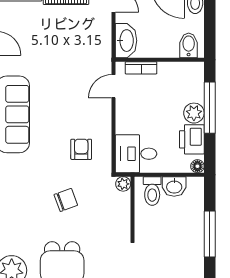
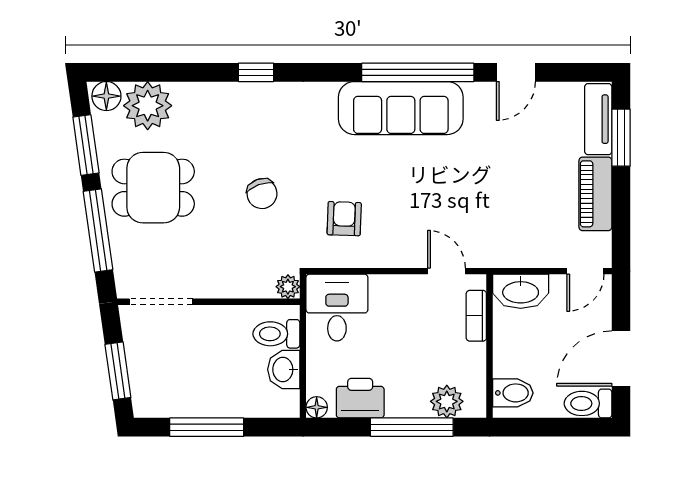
plant: (194, 113) -> (447, 401), moved
armchair: (81, 149) -> (344, 219), turned -88

